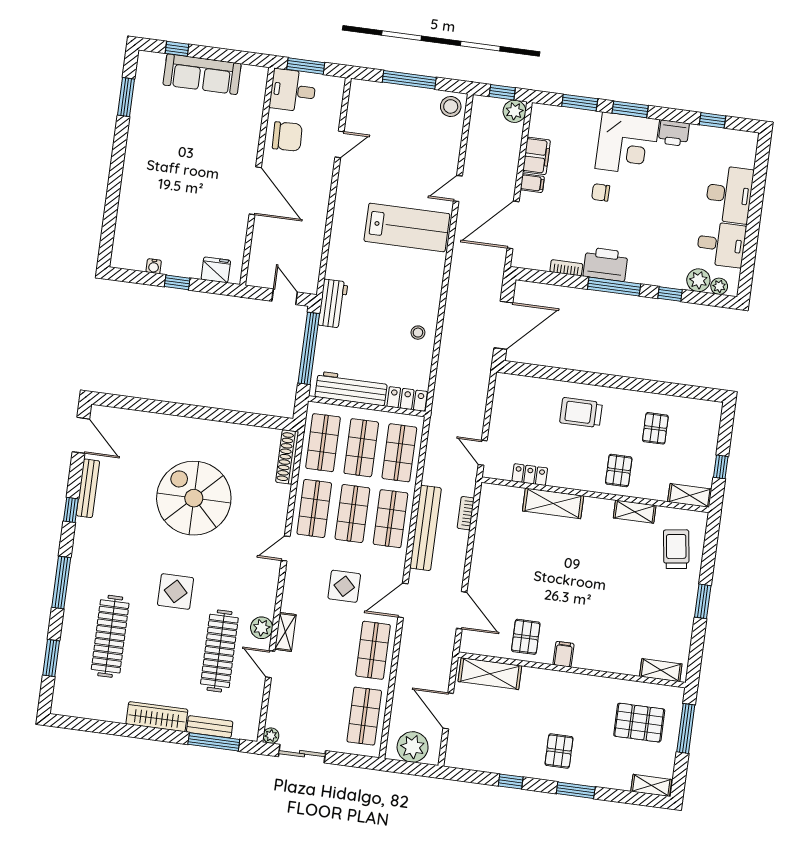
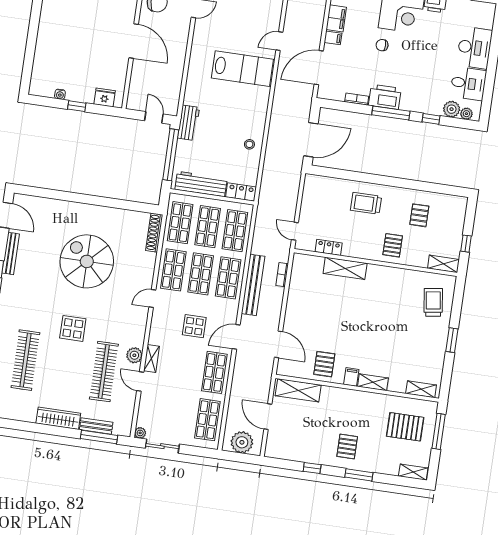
shelving: (635, 512) -> (373, 382), moved

